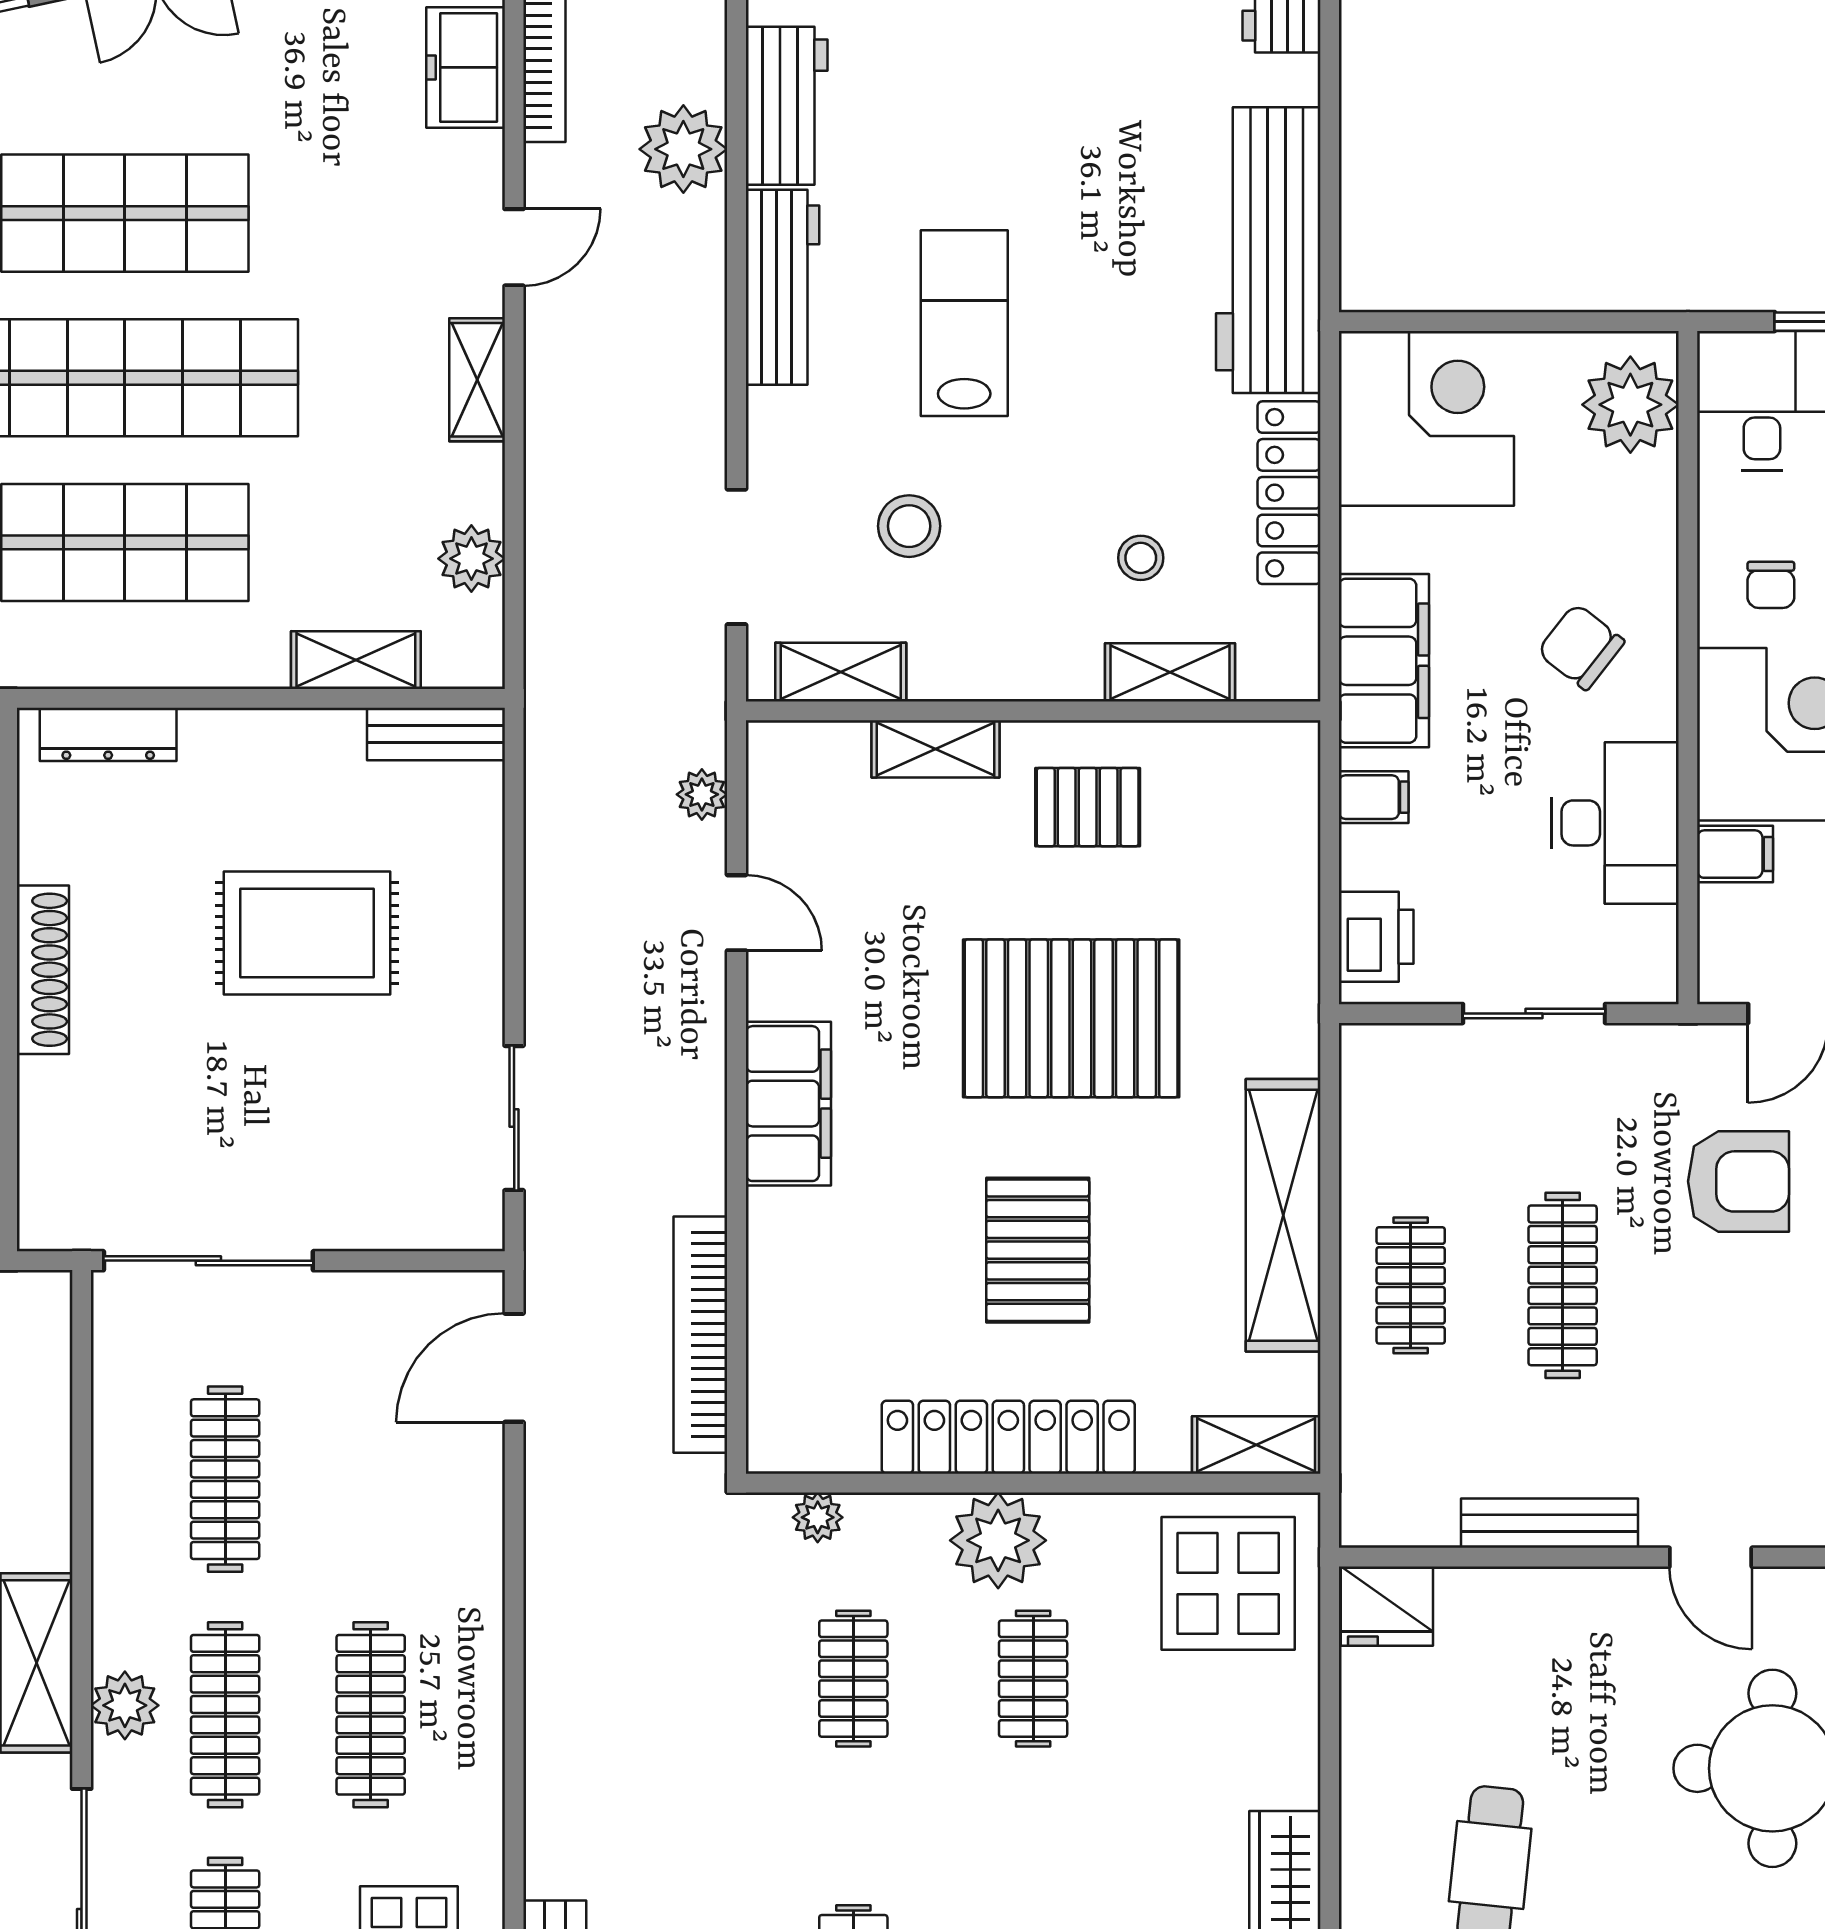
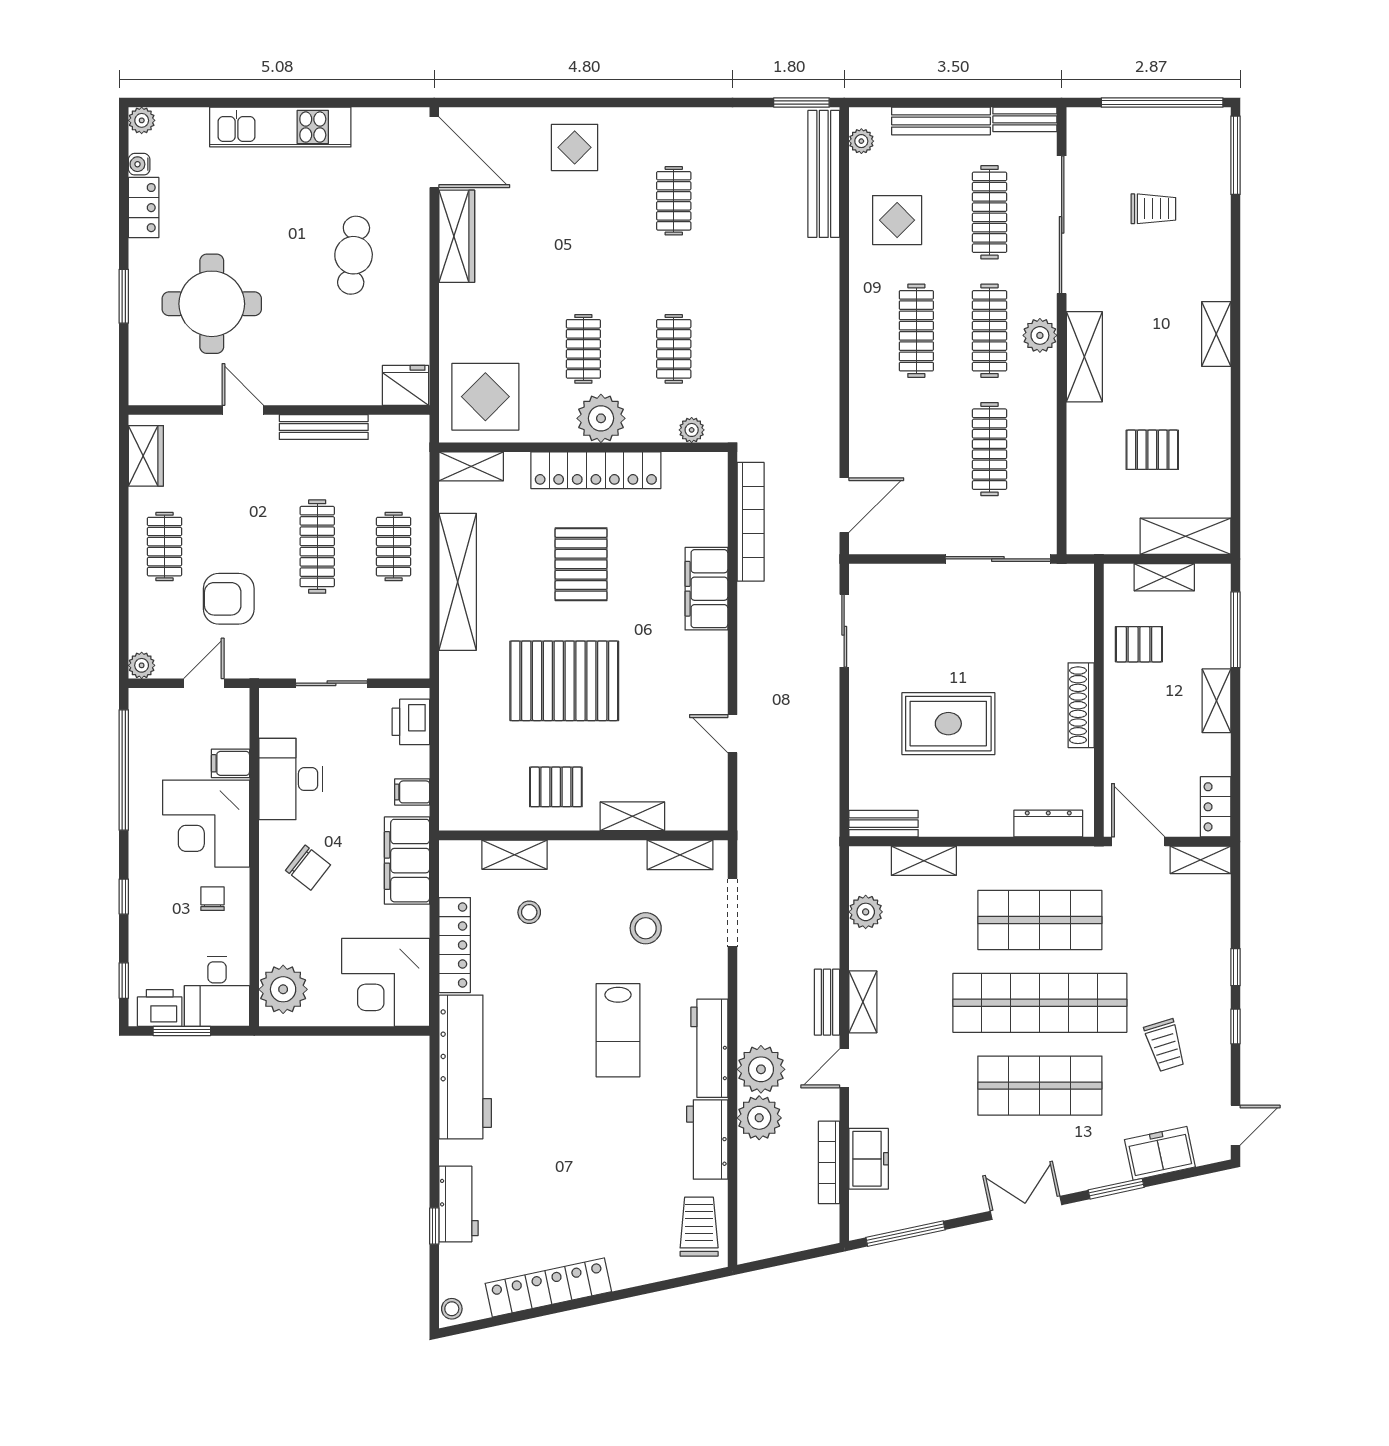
bench: (548, 379) -> (827, 1002), added
plant: (702, 794) -> (761, 1069), moved, width x1.88, depth x1.88
filing cabinet: (788, 1104) -> (706, 589), moved

